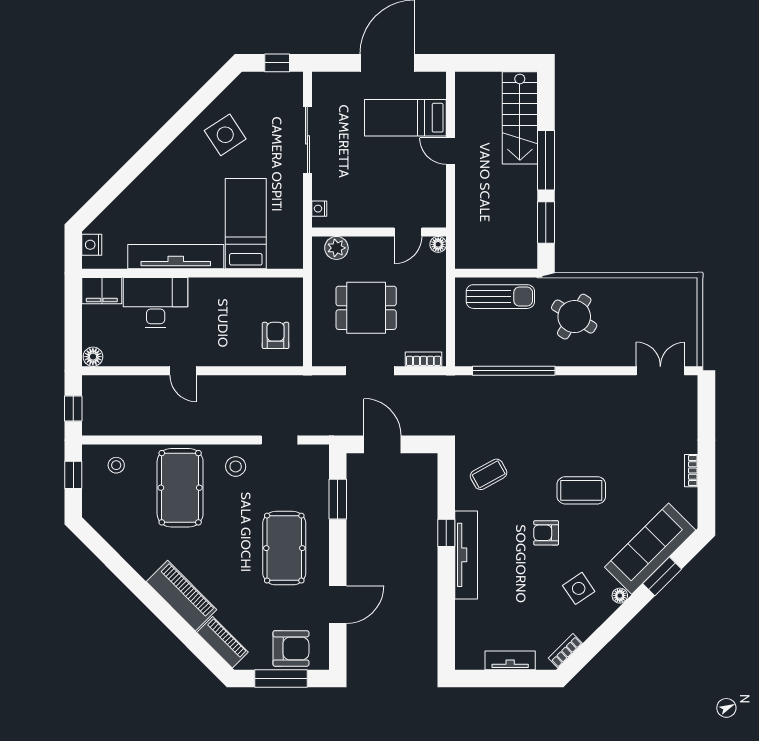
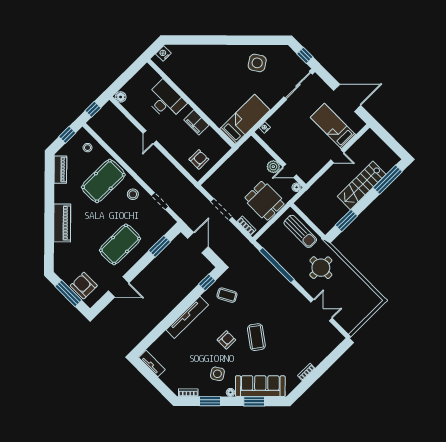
stairs: (520, 118) -> (362, 185), moved
sliding door: (307, 140) -> (298, 85), moved
door: (451, 151) -> (337, 156), swing flipped
window: (546, 160) -> (388, 180), moved
bed: (246, 224) -> (245, 119), moved
plant: (336, 248) -> (273, 167), moved
tv unit: (176, 257) -> (191, 91), removed
filing cabinet: (102, 291) -> (196, 122), moved
dining table: (366, 308) -> (265, 201), moved
round table: (574, 317) -> (321, 268), turned -32
double door: (660, 371) -> (322, 310), moved
coffee table: (581, 490) -> (256, 337), turned 36
window: (446, 533) -> (207, 282), moved
armchair: (546, 533) -> (226, 340), turned 90
window: (605, 634) -> (210, 401), added
piano: (222, 642) -> (60, 170), moved
armchair: (291, 648) -> (84, 286), turned 180
tv unit: (510, 660) -> (152, 364), moved

